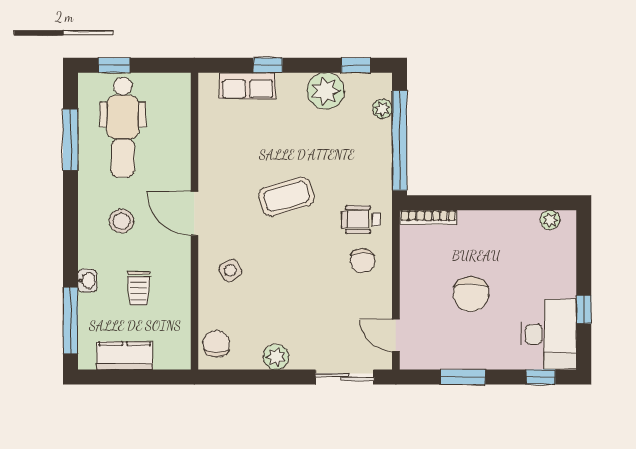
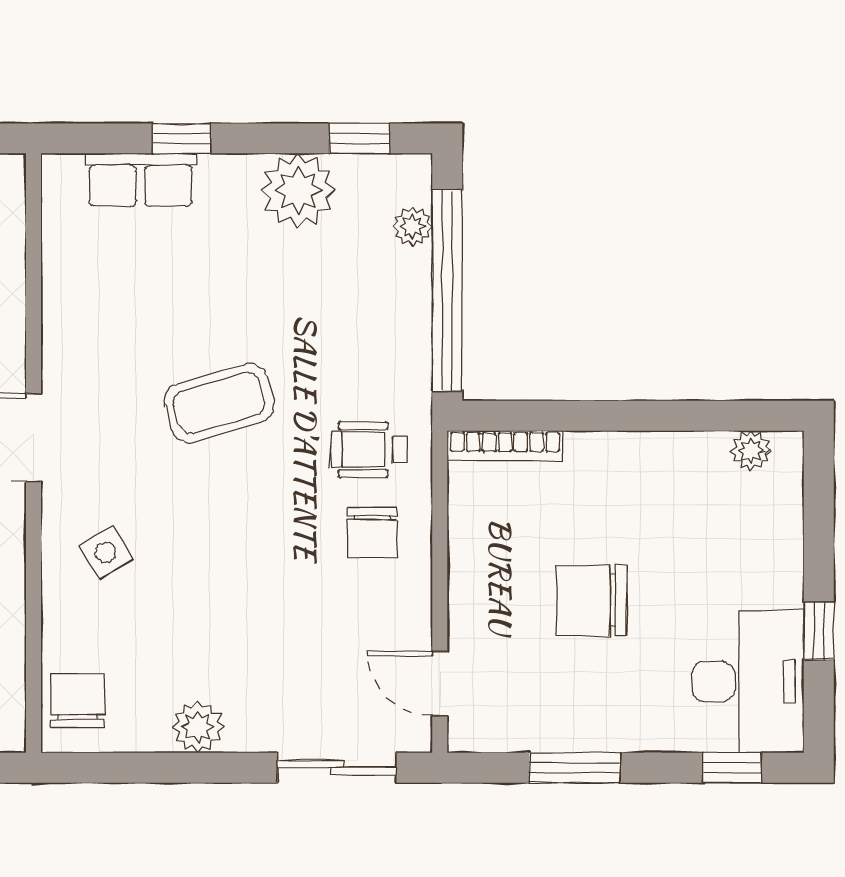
chair: (471, 294) -> (591, 601), turned 90

